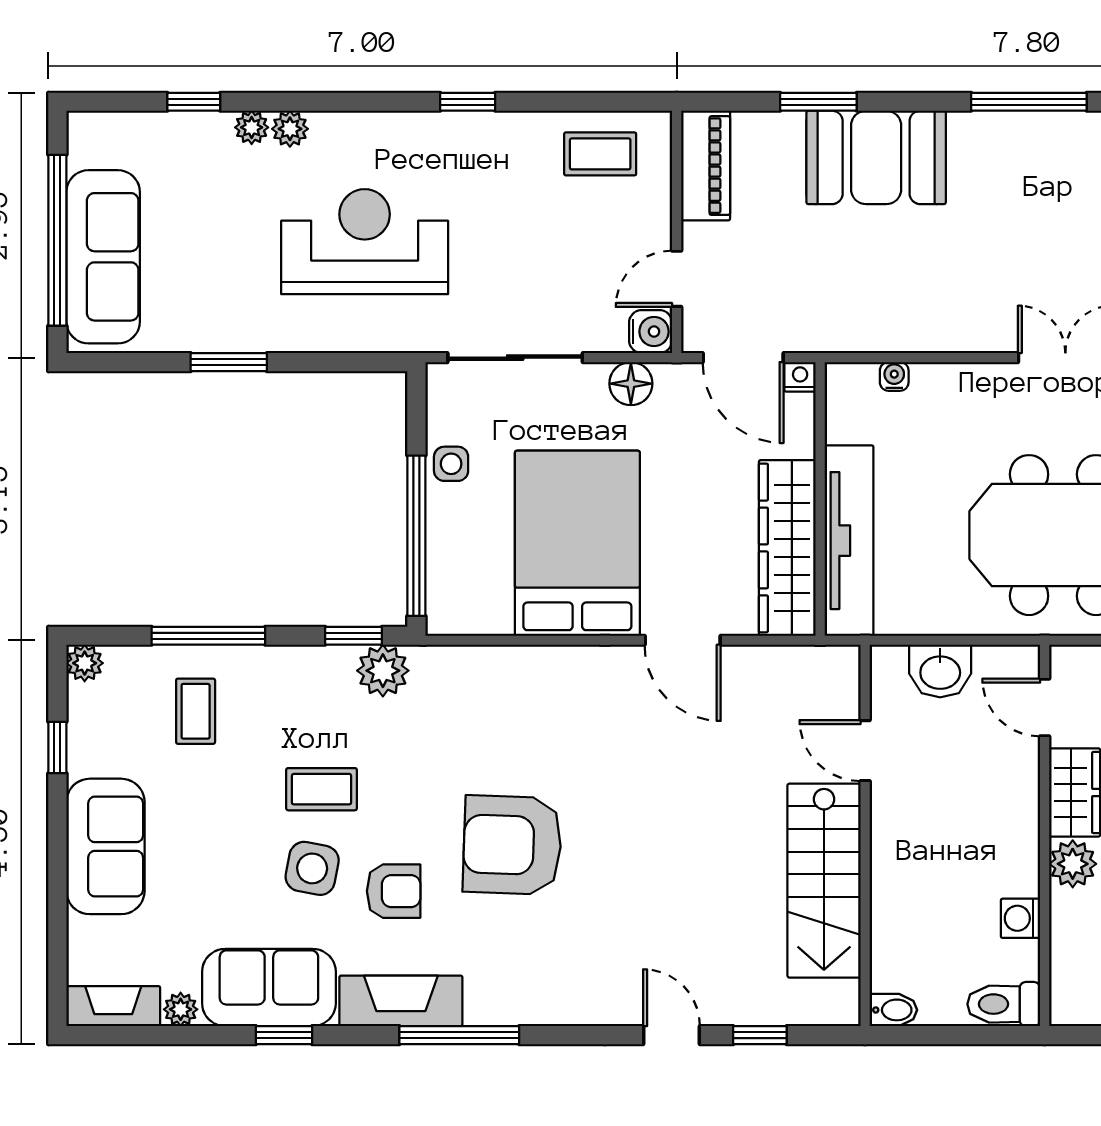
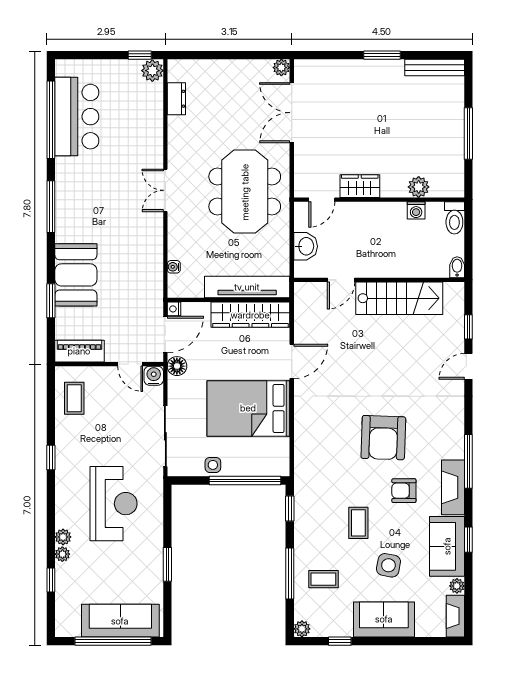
reception desk: (365, 242) -> (114, 504), turned 180
floor lamp: (631, 384) -> (177, 366), moved
plant: (383, 671) -> (305, 495), removed
plant: (1073, 864) -> (419, 187), moved
side table: (312, 868) -> (388, 565), moved
armchair: (394, 891) -> (404, 491), turned -90

